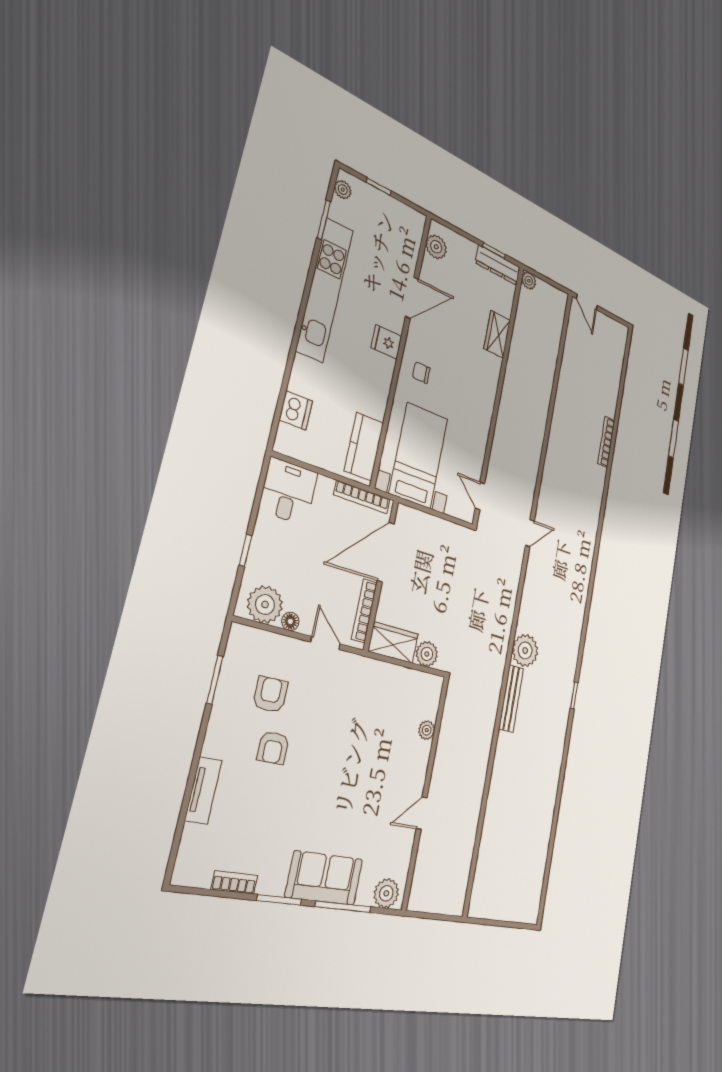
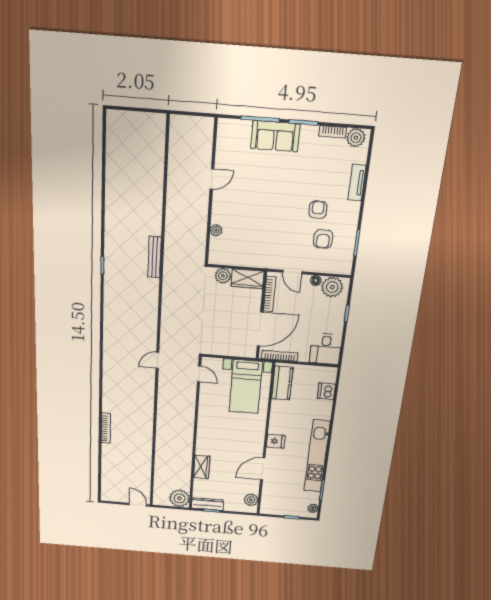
plant: (529, 281) -> (179, 498), width x1.87, depth x1.87
chair: (421, 373) -> (251, 432), removed
plant: (525, 650) -> (149, 288), removed
plant: (386, 893) -> (356, 138), moved

